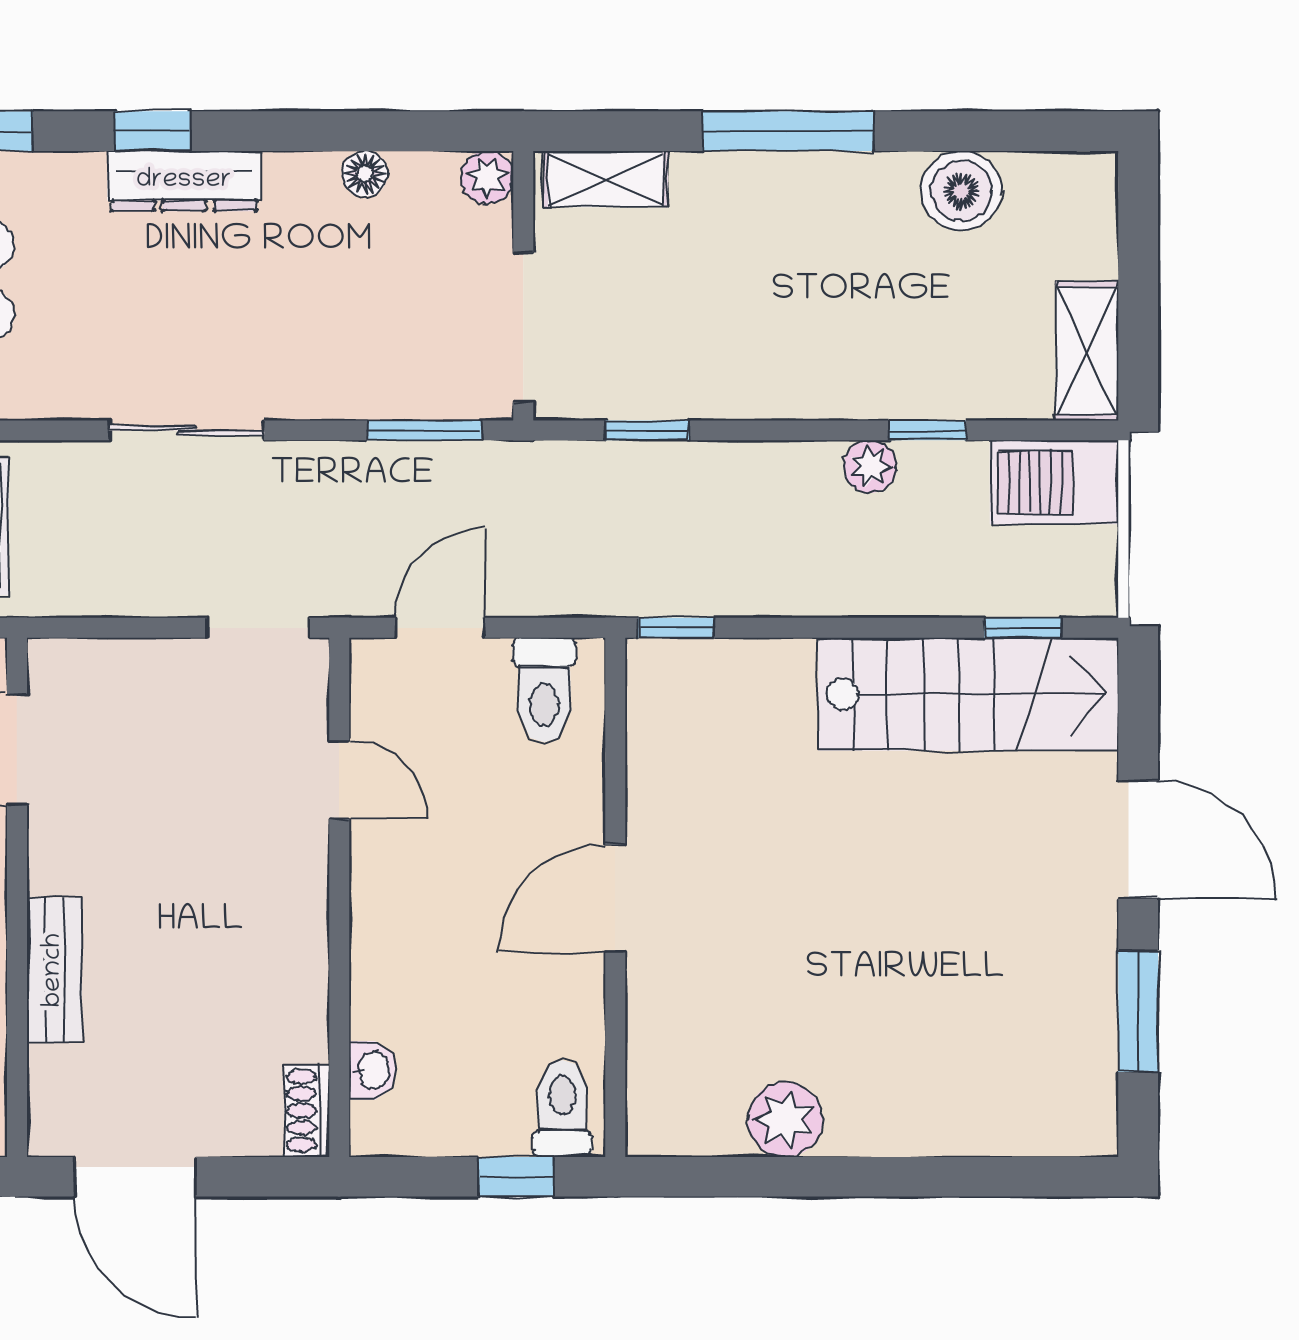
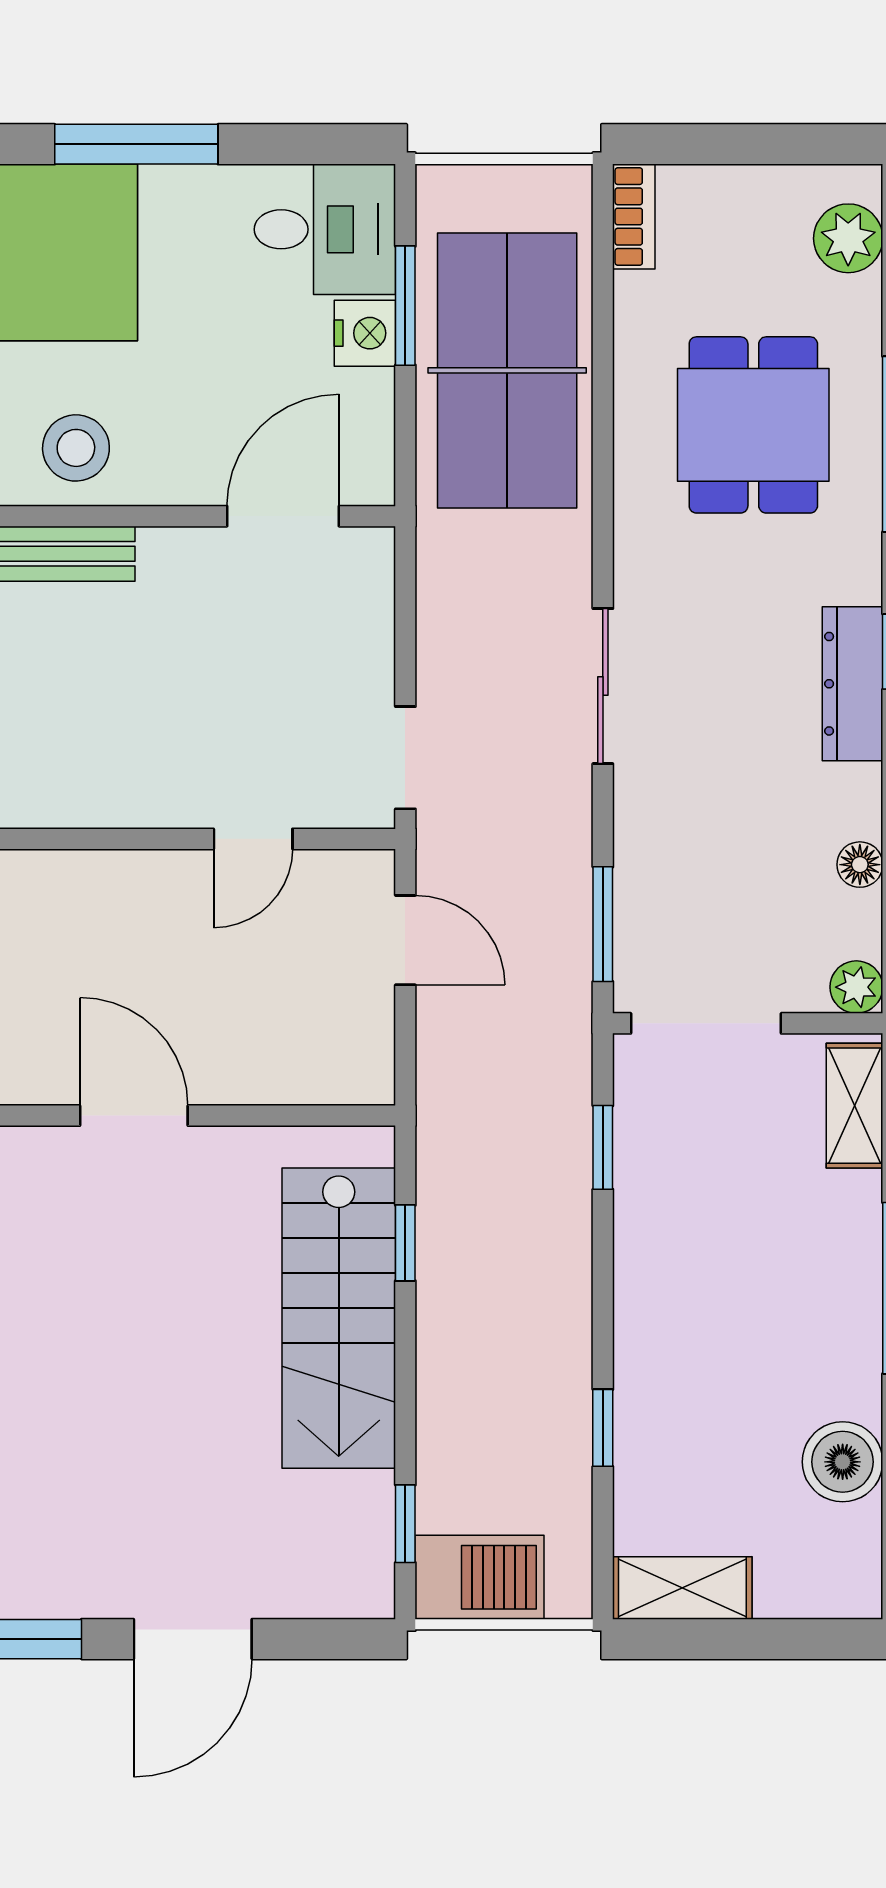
plant: (870, 467) -> (567, 1371), removed
barbecue: (1054, 482) -> (480, 1577), moved, turned 90
window: (676, 628) -> (405, 1243), moved
toilet: (544, 690) -> (343, 1044), removed
stairs: (968, 694) -> (339, 1318), moved

